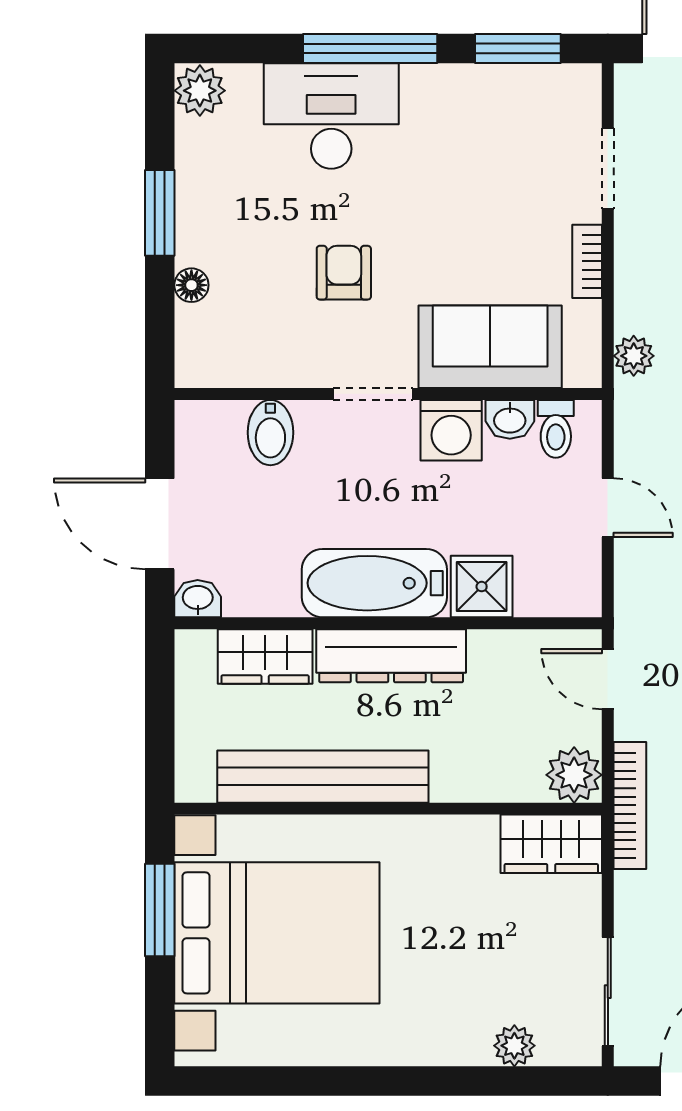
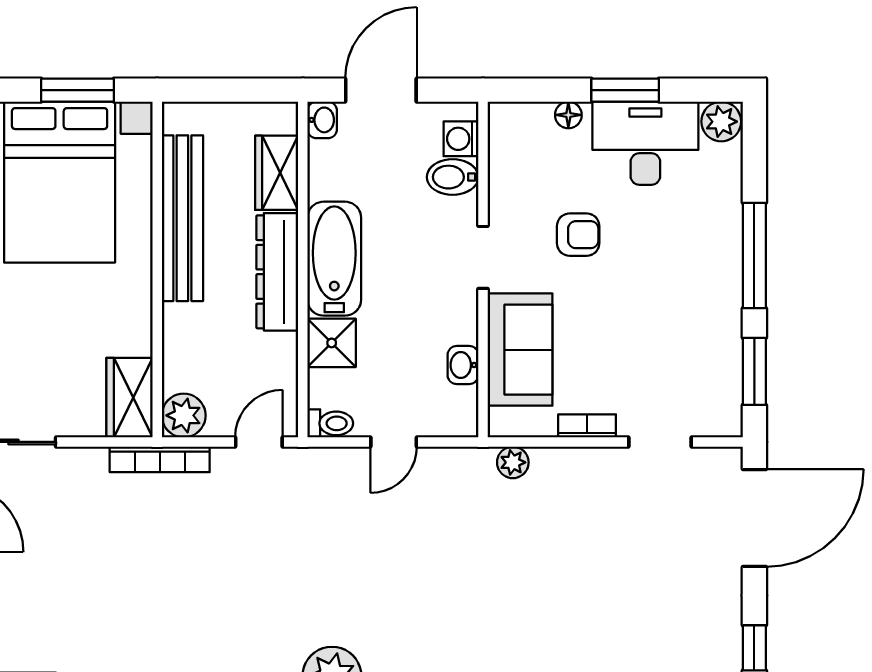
desk: (331, 116) -> (645, 143), moved, turned -90
toilet: (556, 429) -> (330, 423), moved, turned 180
washing machine: (451, 430) -> (461, 139), moved, width x0.73, depth x0.73

